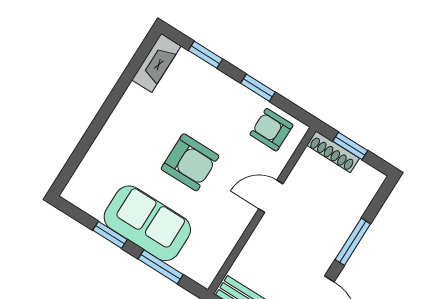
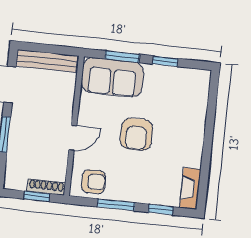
window: (258, 88) -> (116, 205), width x1.50
armchair: (190, 162) -> (136, 134), turned -90
sofa: (147, 223) -> (112, 77), moved

